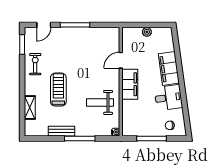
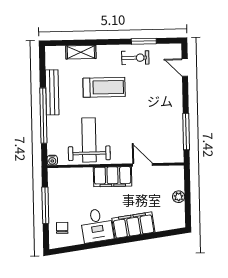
window: (75, 25) -> (186, 132), moved
window: (22, 44) -> (144, 41), moved
weight bench: (100, 102) -> (89, 140), width x1.36, depth x1.33
bench: (61, 131) -> (52, 92), width x1.36
window: (80, 138) -> (43, 116), width x1.46

